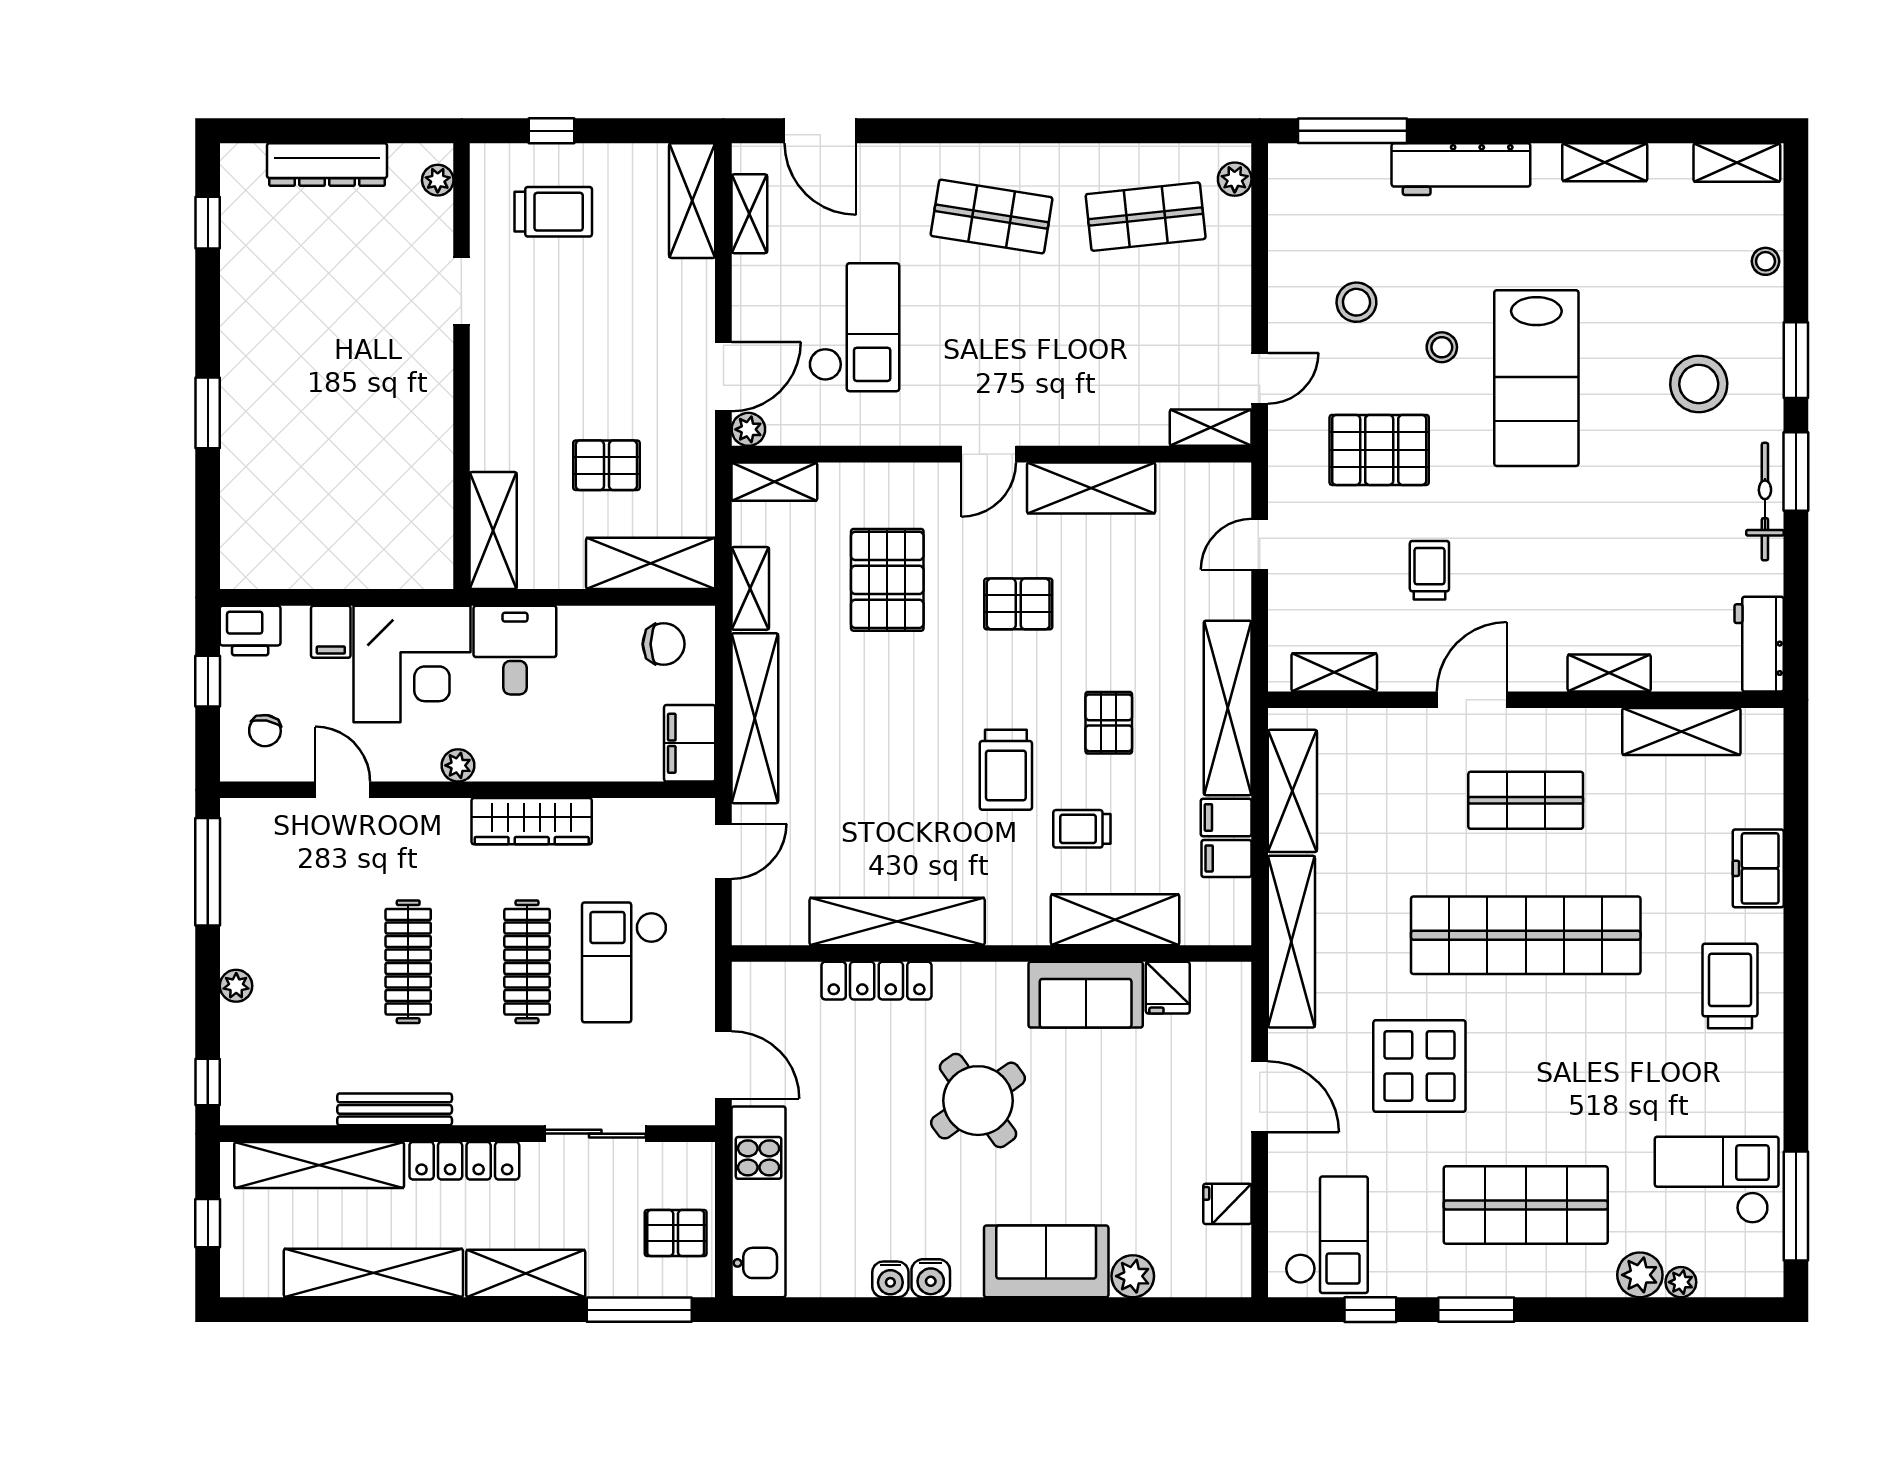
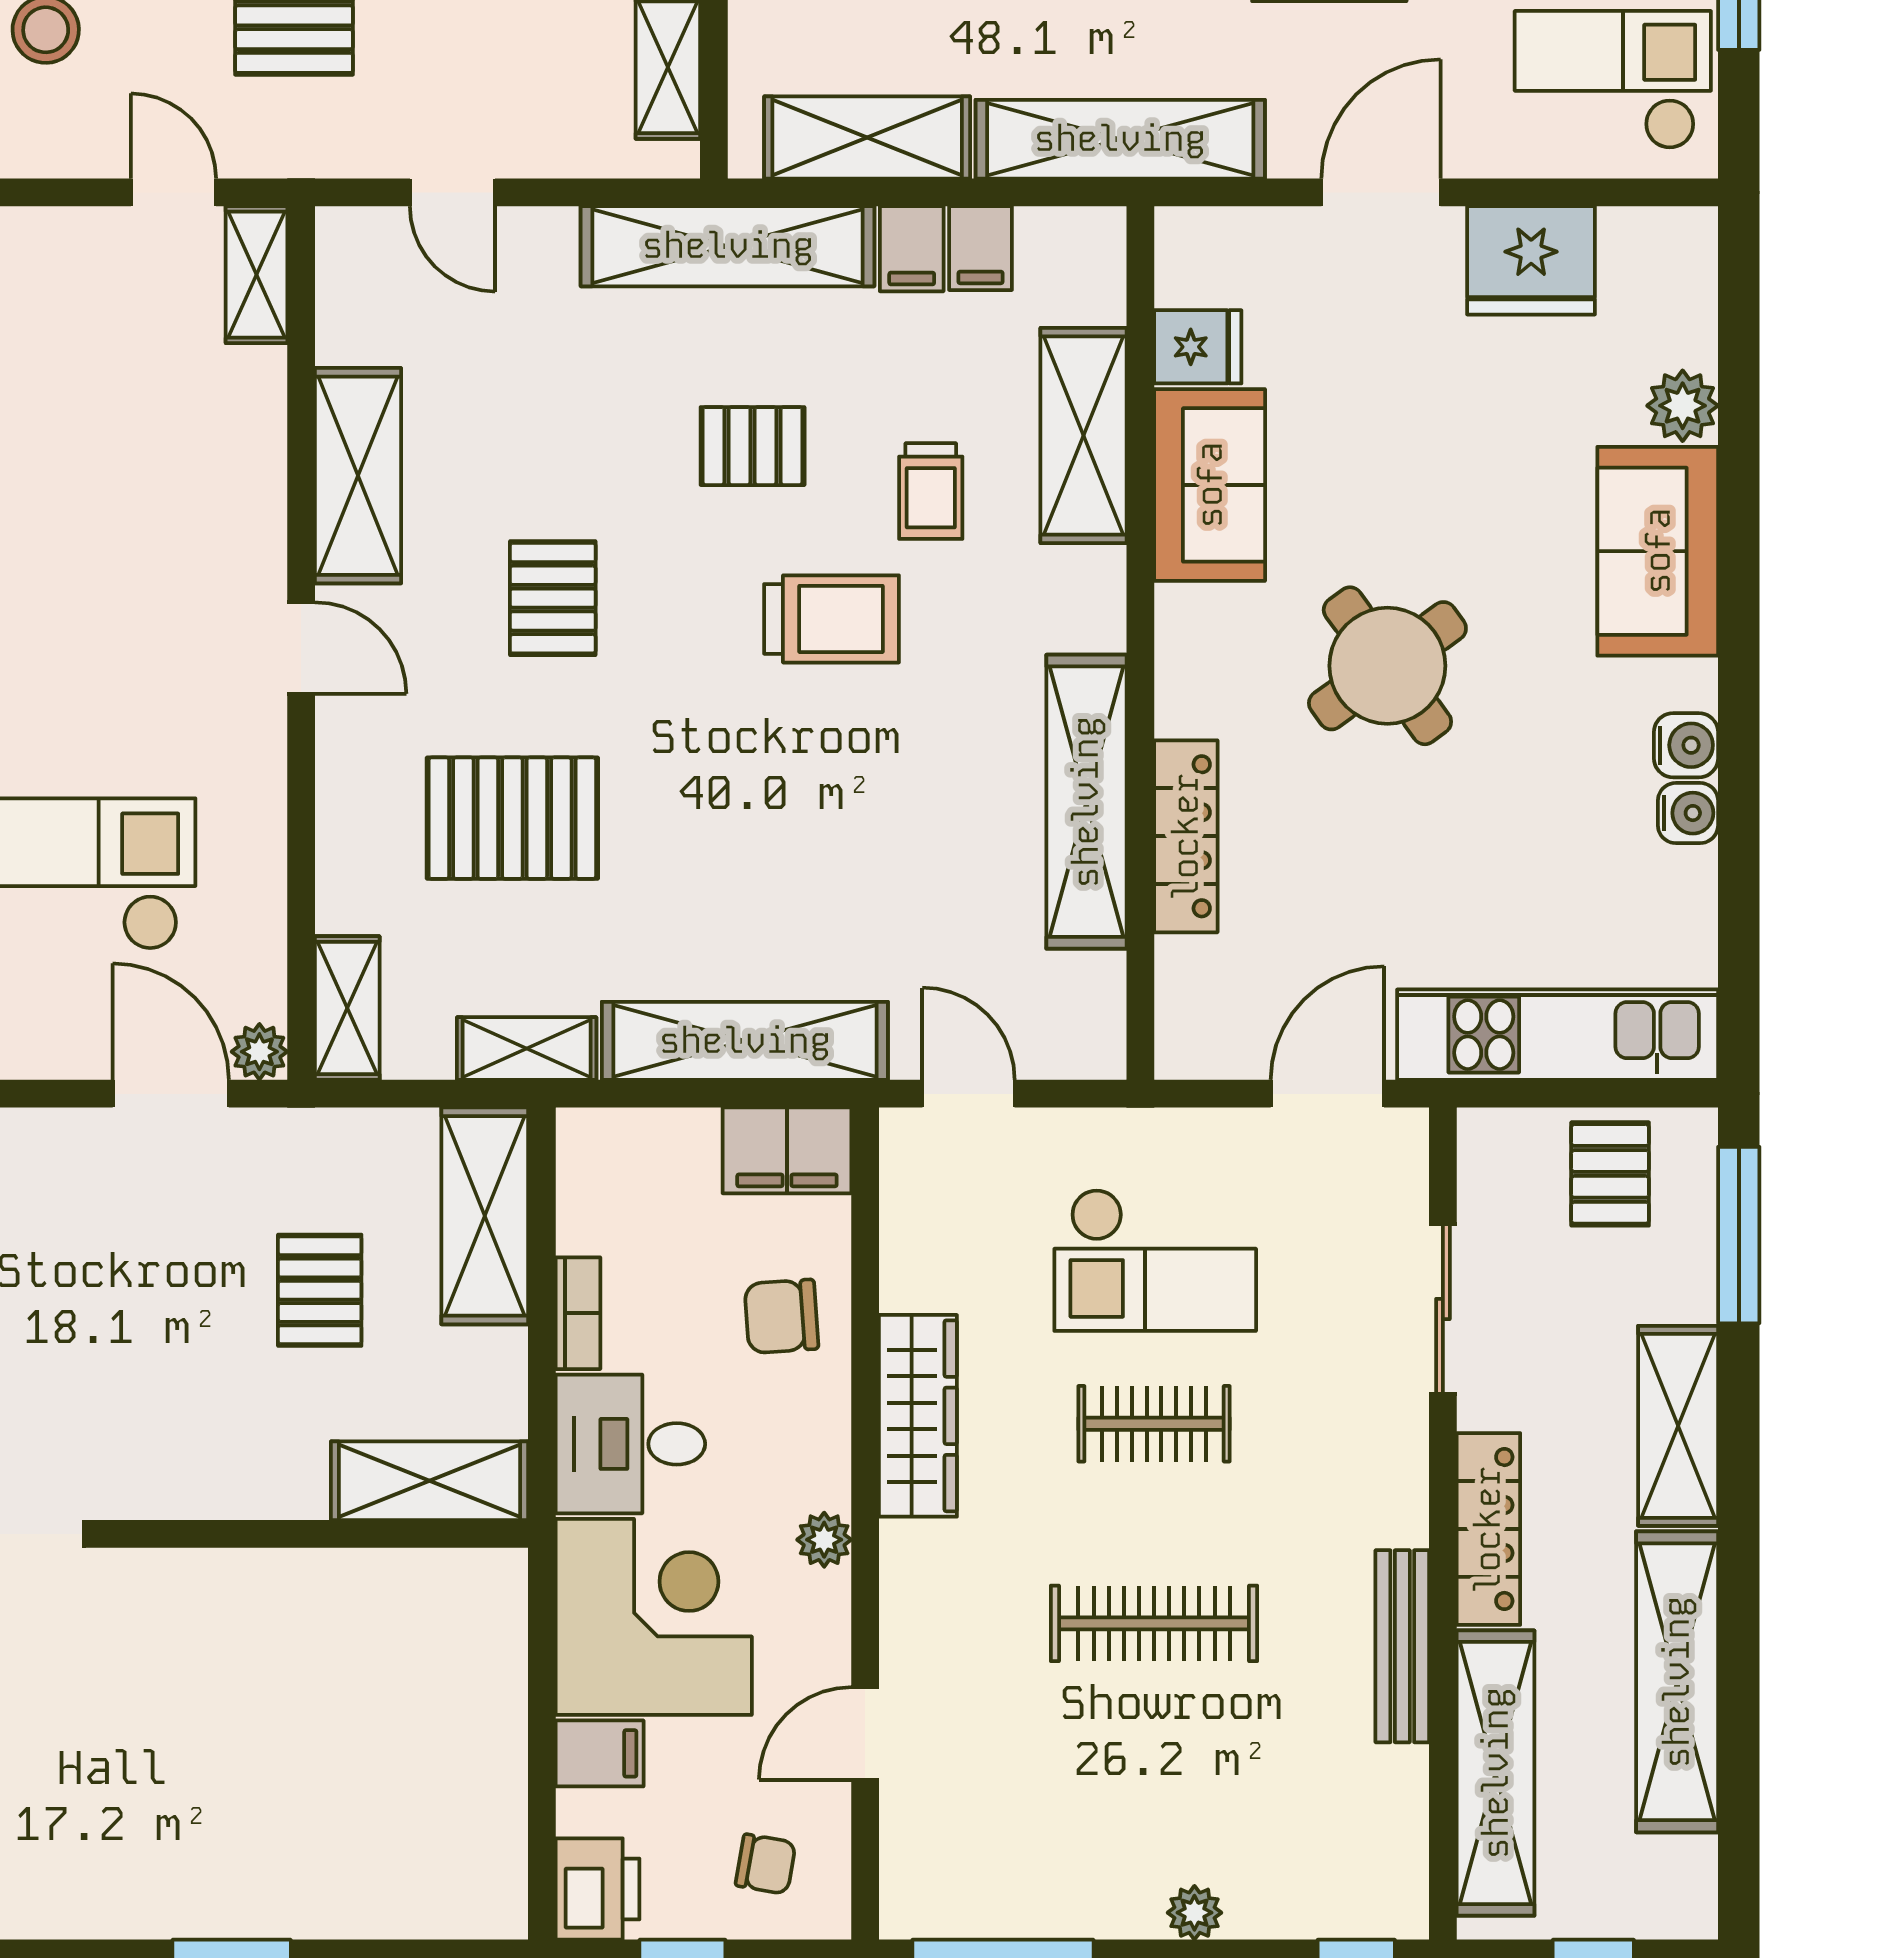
bookcase: (593, 619) -> (578, 1313), added
chair: (664, 644) -> (781, 1316), moved, turned -94
clothes rail: (527, 962) -> (1154, 1424), width x0.73
fridge: (1227, 1204) -> (1531, 260), width x1.88, depth x1.34

